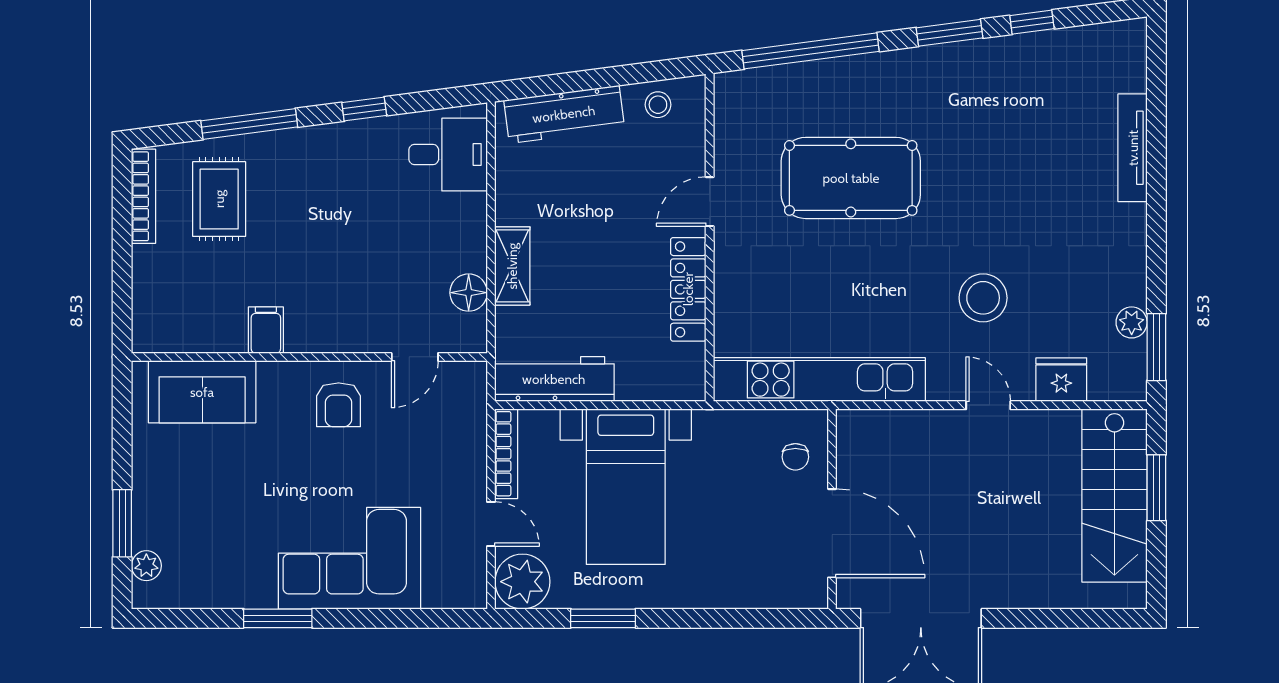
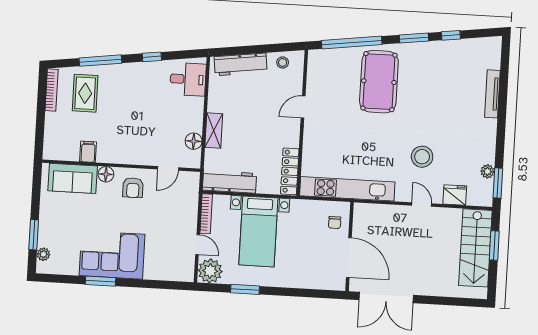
pool table: (851, 178) -> (379, 82), moved, turned 90
locker: (688, 289) -> (290, 171), moved
filing cabinet: (266, 330) -> (88, 152), moved
floor lamp: (276, 378) -> (106, 174), added
corner sofa: (349, 558) -> (112, 255), moved

